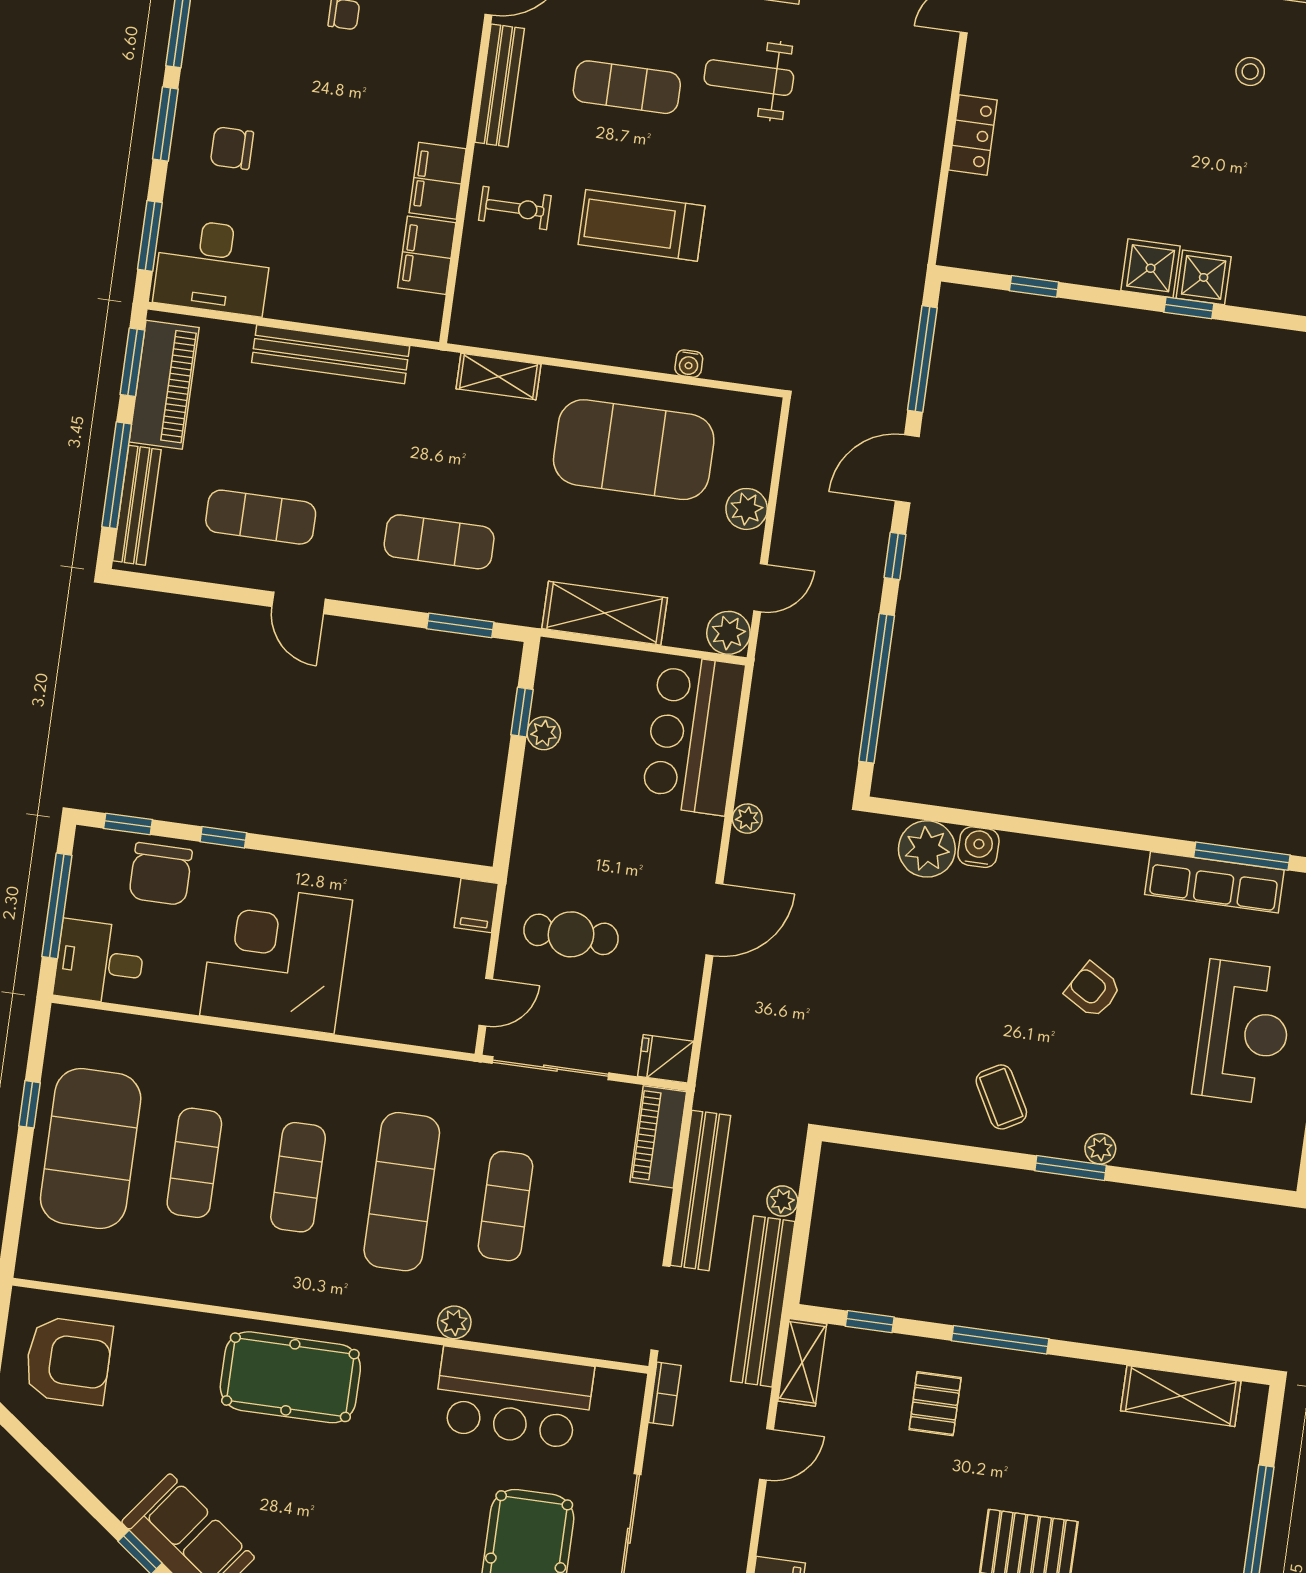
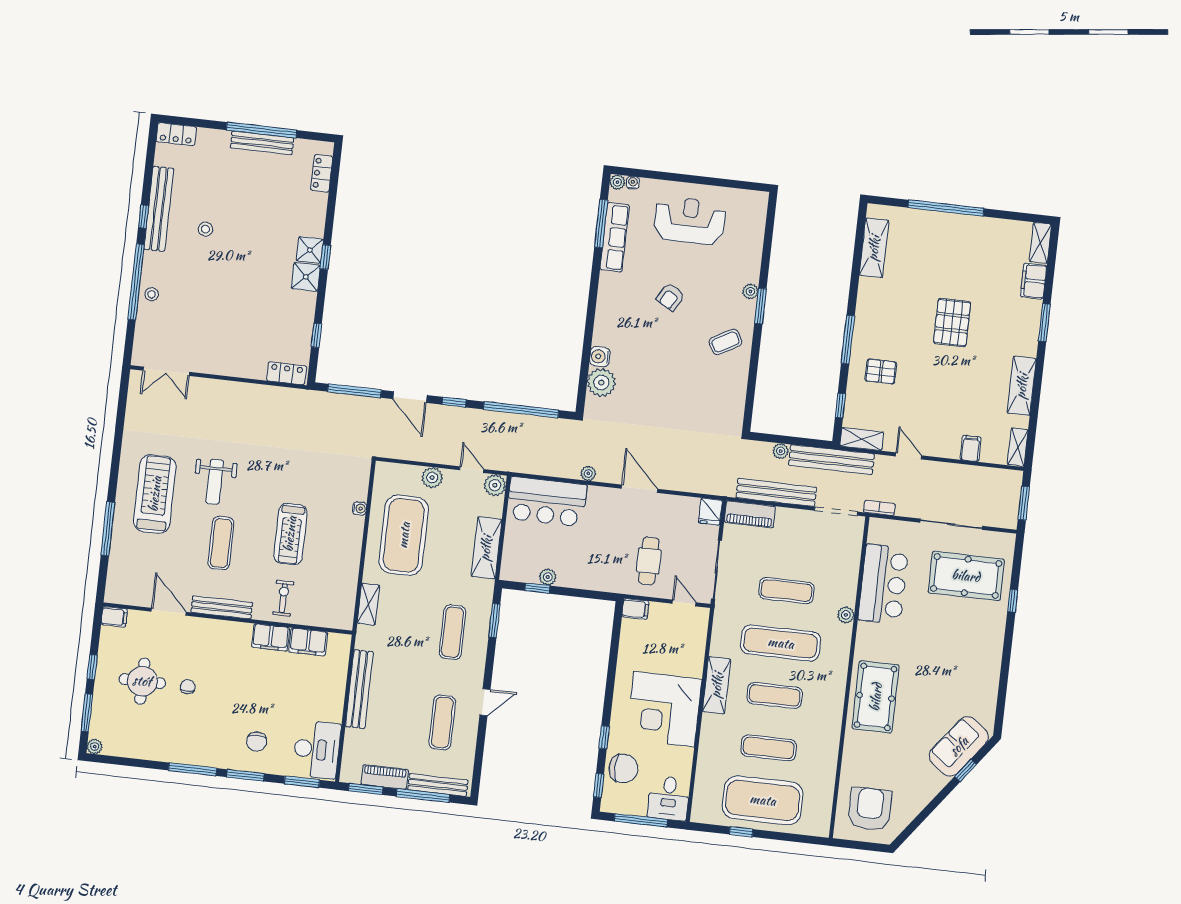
locker: (973, 135) -> (287, 373), moved
piano: (164, 385) -> (385, 777), width x0.73, depth x0.75
shelving: (321, 1063) -> (717, 685), added

